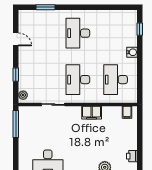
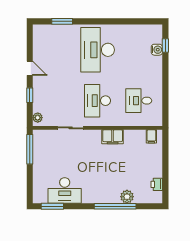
desk: (78, 33) -> (98, 50), width x1.36, depth x1.30
door: (16, 39) -> (30, 68), moved
water cooler: (132, 52) -> (157, 50), moved
desk: (116, 80) -> (139, 101), width x0.73

